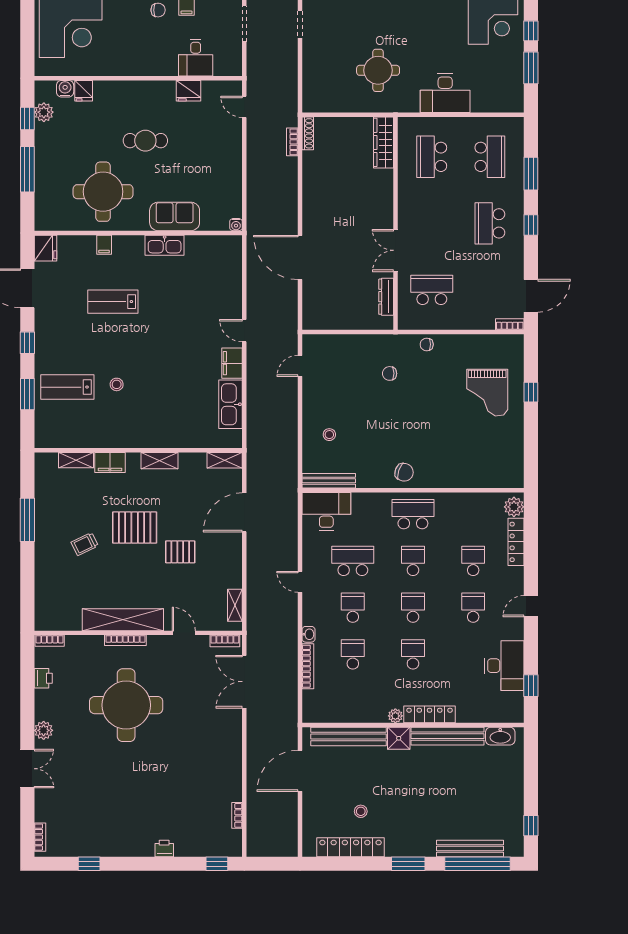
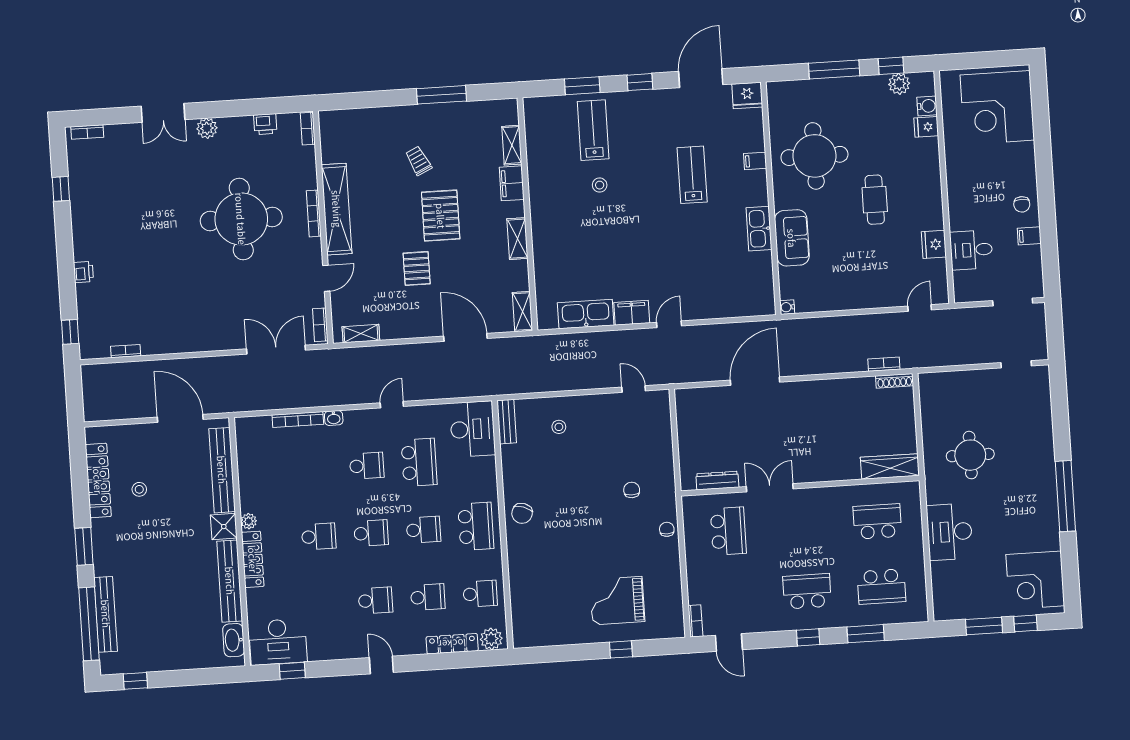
door: (531, 296) -> (729, 643), width x0.73
bench: (329, 481) -> (507, 422), width x0.73
school desk: (353, 654) -> (480, 594), moved
desk: (504, 666) -> (278, 642), moved

